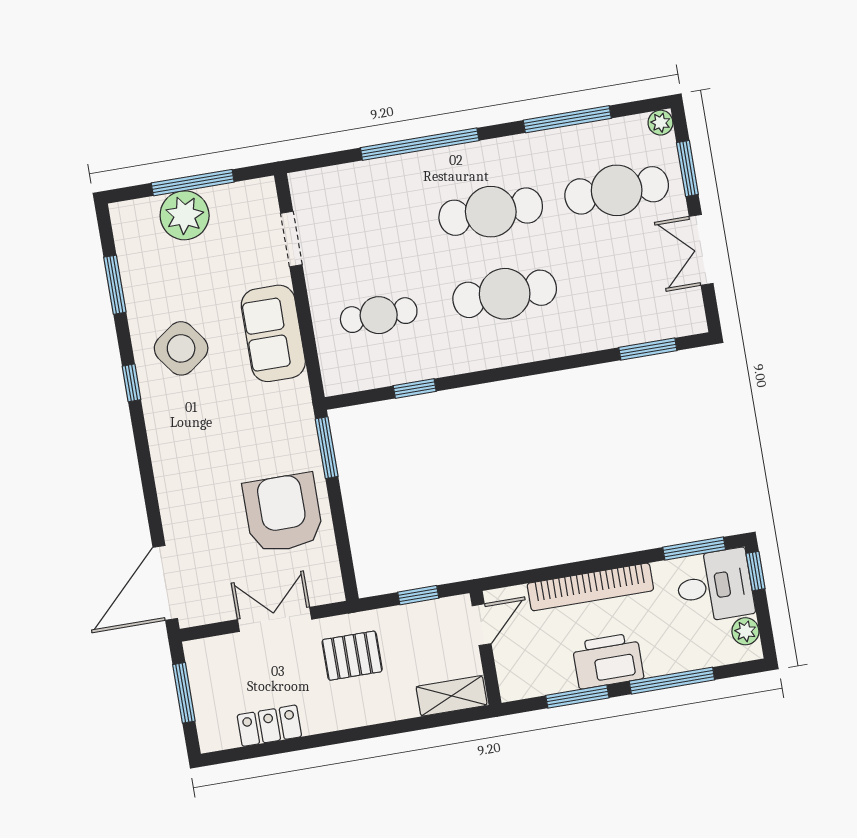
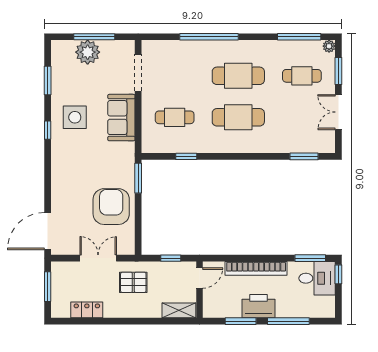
window: (567, 119) -> (299, 37), moved
cafe table: (617, 190) -> (302, 76), width x0.73, depth x0.74
doorway: (291, 239) -> (138, 73), width x1.38
side table: (181, 348) -> (75, 117), turned 36
plant: (745, 631) -> (329, 303), removed

